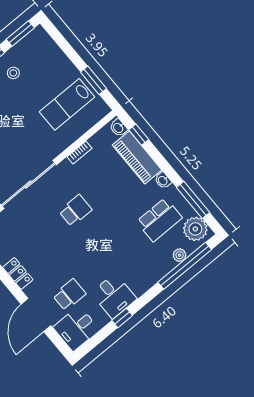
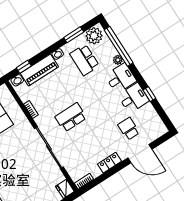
window: (193, 200) -> (74, 35), width x0.69
school desk: (75, 210) -> (71, 117), width x1.85
school desk: (159, 220) -> (84, 60), turned 180
plant: (180, 255) -> (118, 60), moved
desk: (76, 328) -> (121, 78), moved, turned -90

